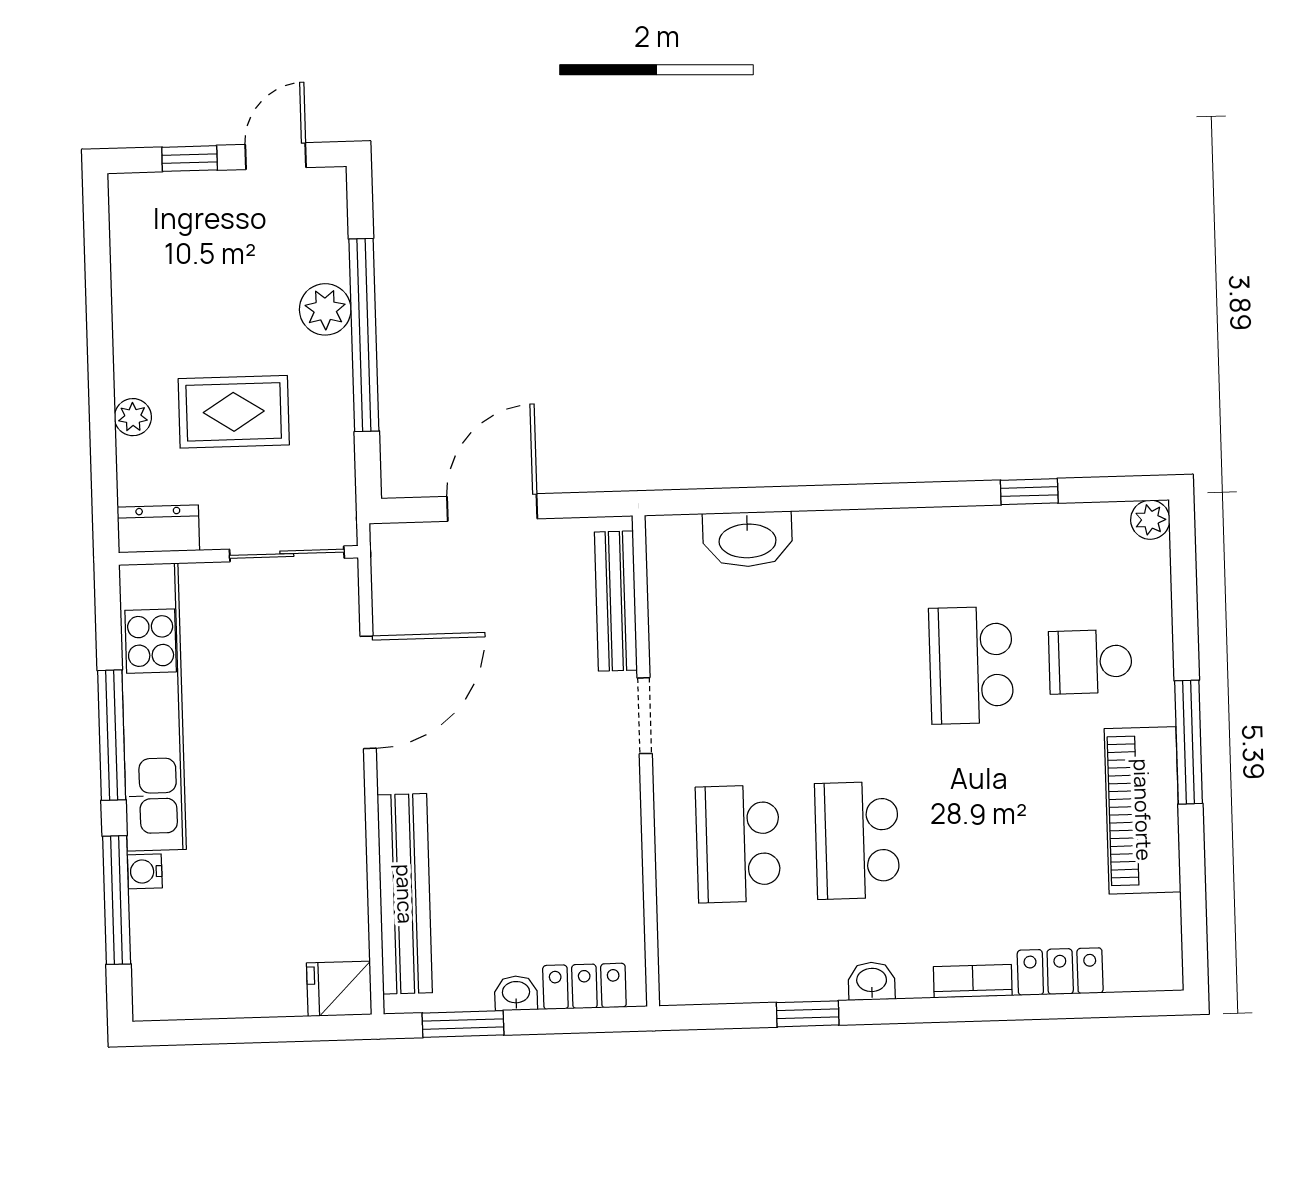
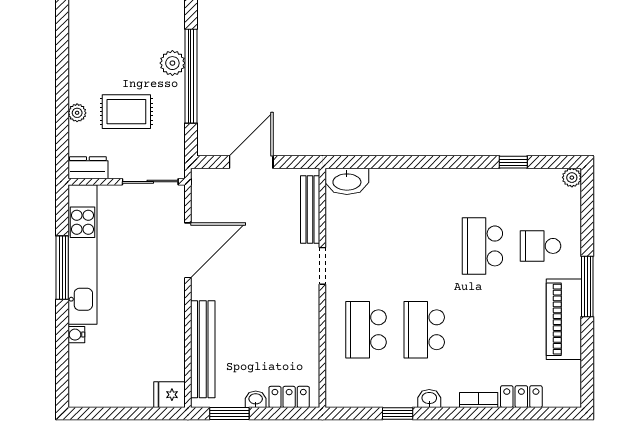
washbasin: (747, 539) -> (347, 181), moved
window: (117, 900) -> (62, 348), removed

